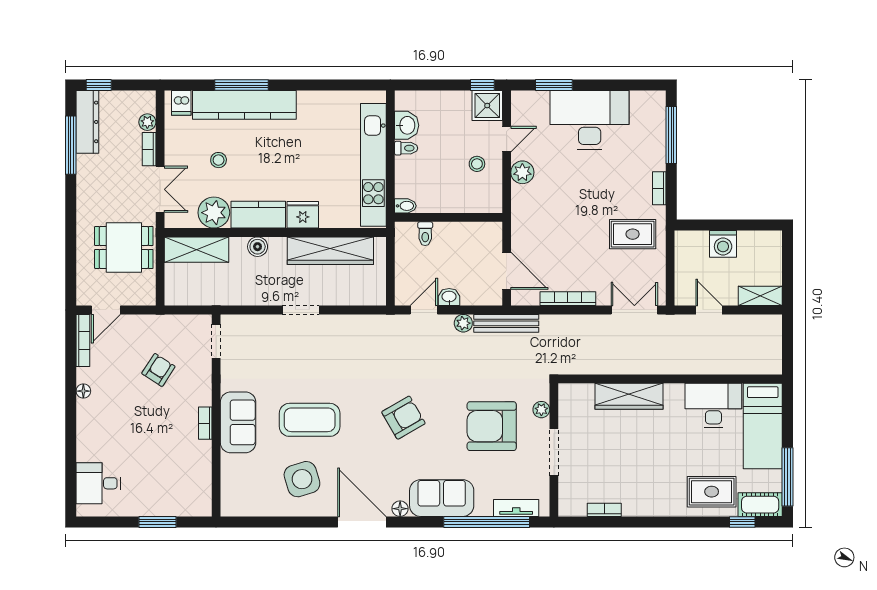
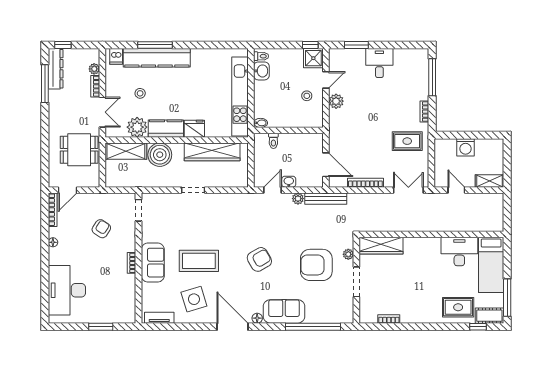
desk: (590, 120) -> (379, 63), width x0.53, depth x0.77
toilet: (406, 148) -> (261, 56), moved
boiler: (258, 247) -> (160, 155), width x1.86, depth x1.86
wardrobe: (629, 396) -> (381, 246), moved
desk: (98, 483) -> (67, 290), width x1.87, depth x1.30
tv unit: (516, 508) -> (159, 318), moved

